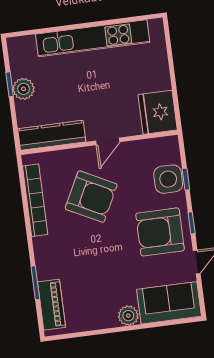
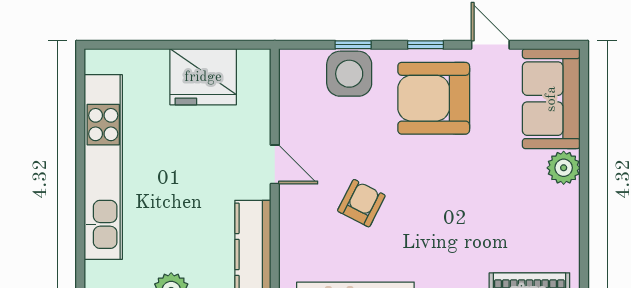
fridge: (158, 112) -> (203, 77), moved
armchair: (91, 197) -> (361, 203), width x0.53, depth x0.53
armchair: (160, 232) -> (434, 98), turned 90

